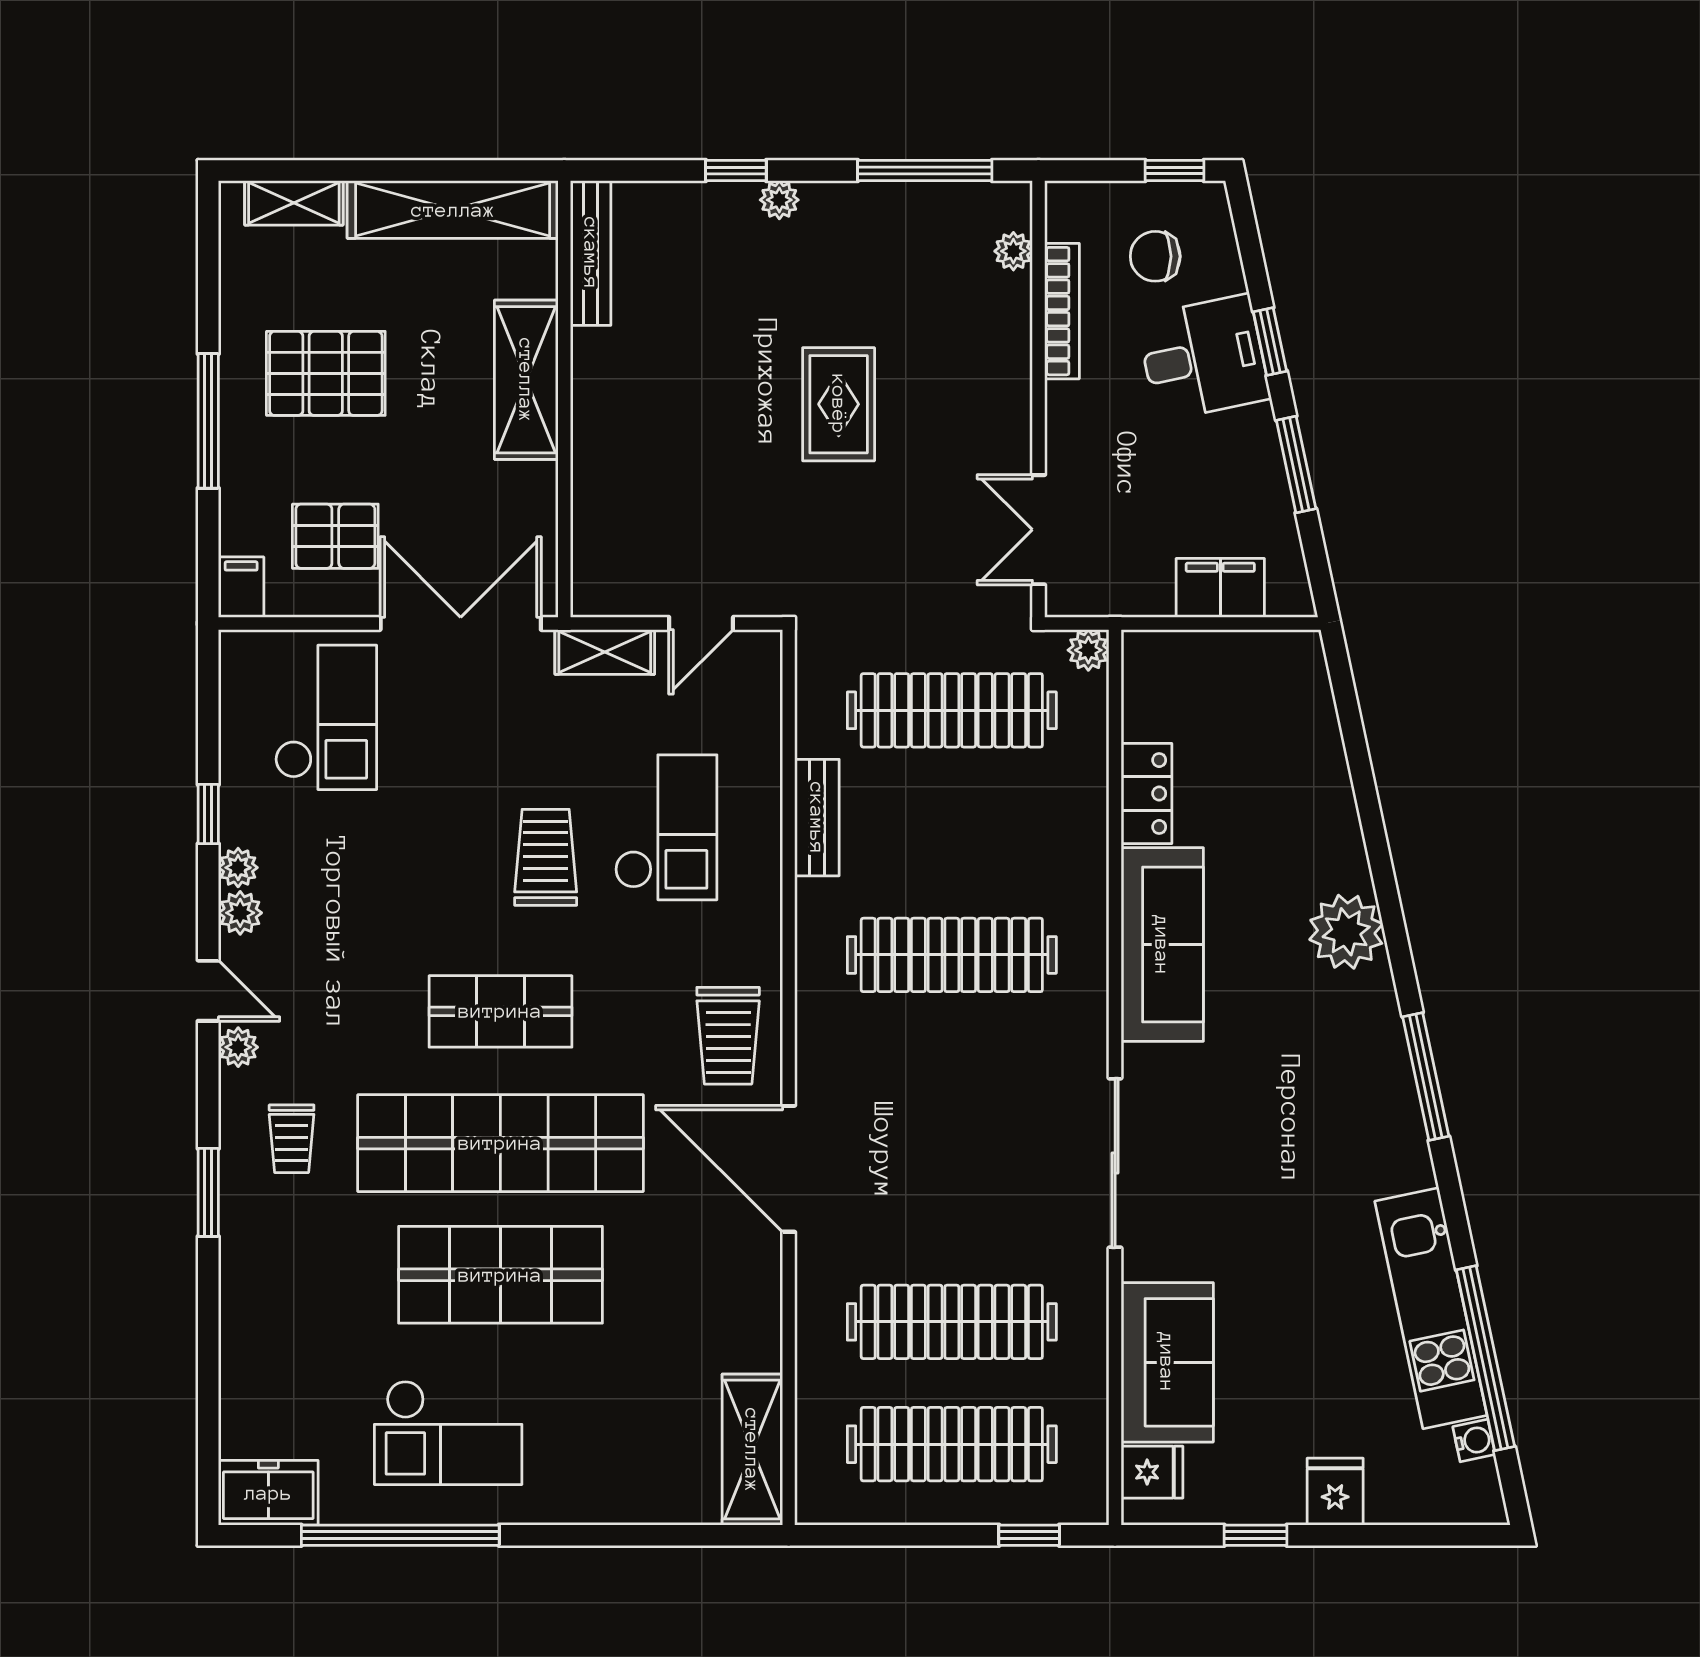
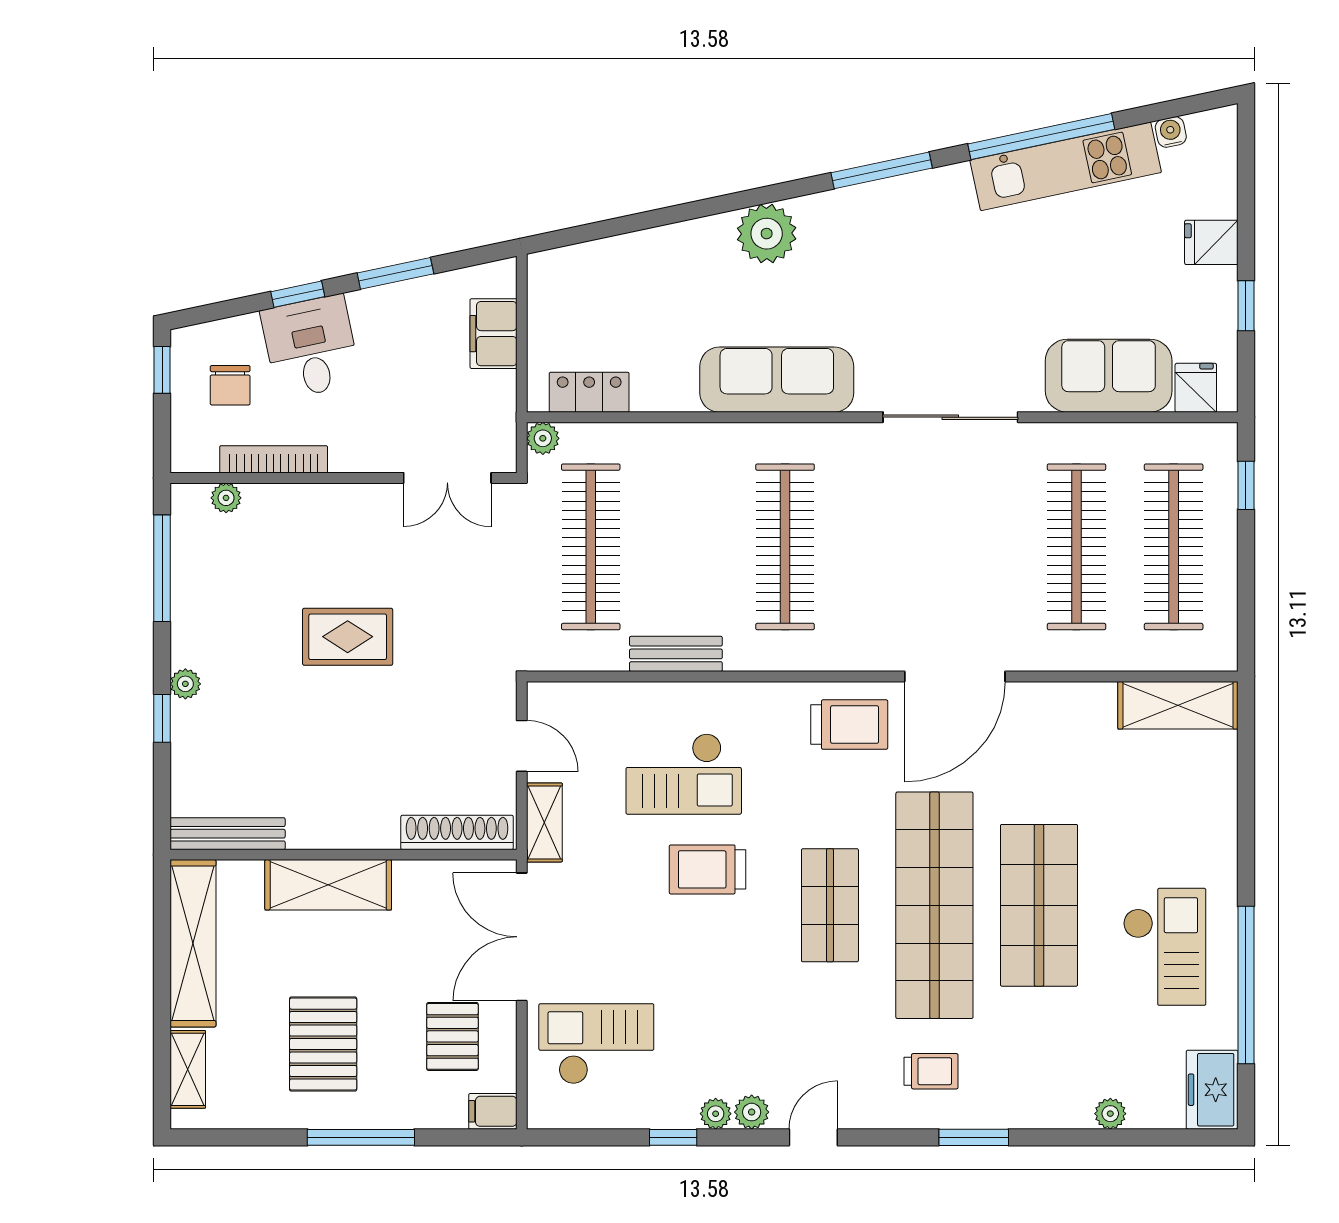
shoe rack: (592, 542) -> (457, 832), added
locker: (1146, 793) -> (589, 392), moved
checkout: (666, 827) -> (684, 774), turned 180
plant: (238, 1047) -> (1110, 1114), moved
window: (1485, 1358) -> (1041, 137), moved

